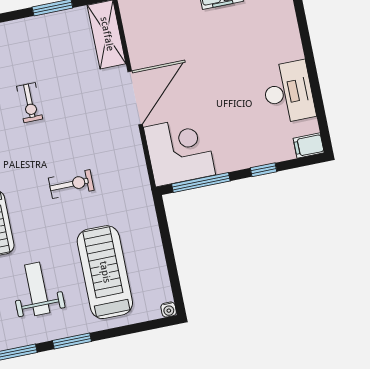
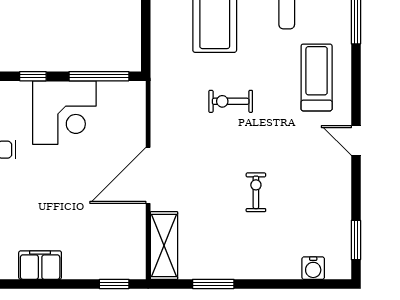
corner desk: (180, 151) -> (64, 113), moved, turned -90

